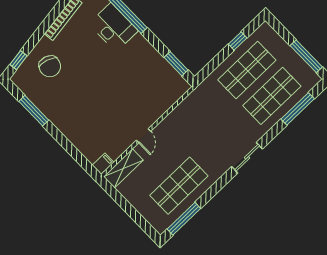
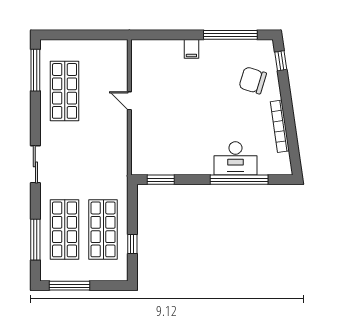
window: (34, 111) -> (230, 35), width x1.46
filing cabinet: (103, 164) -> (191, 49), moved
shelving: (123, 168) -> (119, 61), removed

